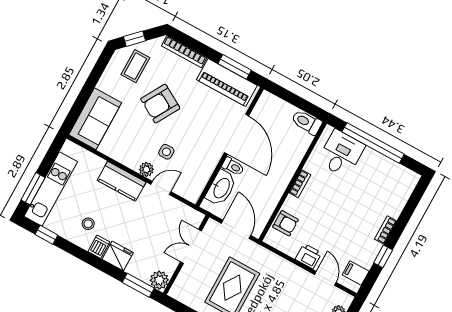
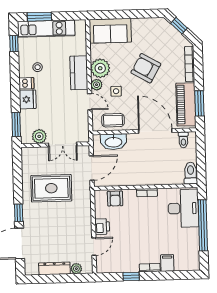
coffee table: (135, 66) -> (113, 120), moved
door: (237, 134) -> (155, 131), swing flipped
desk: (341, 154) -> (183, 208), width x1.37
plant: (130, 155) -> (100, 68), added
toilet: (233, 166) -> (183, 140), moved
double door: (191, 246) -> (63, 144), swing flipped
filing cabinet: (356, 273) -> (167, 263), moved
plant: (159, 280) -> (39, 136), moved

